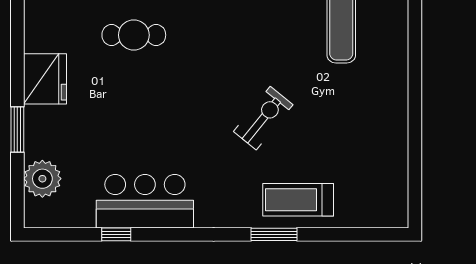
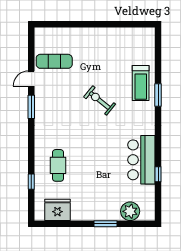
fridge: (45, 79) -> (57, 210), moved

